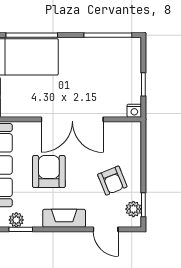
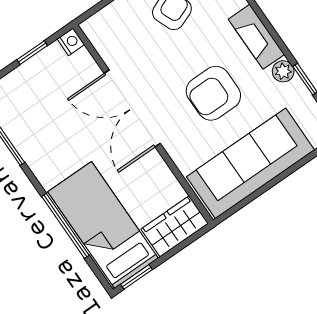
double door: (72, 119) -> (132, 108), swing flipped
plant: (16, 220) -> (283, 71), moved

